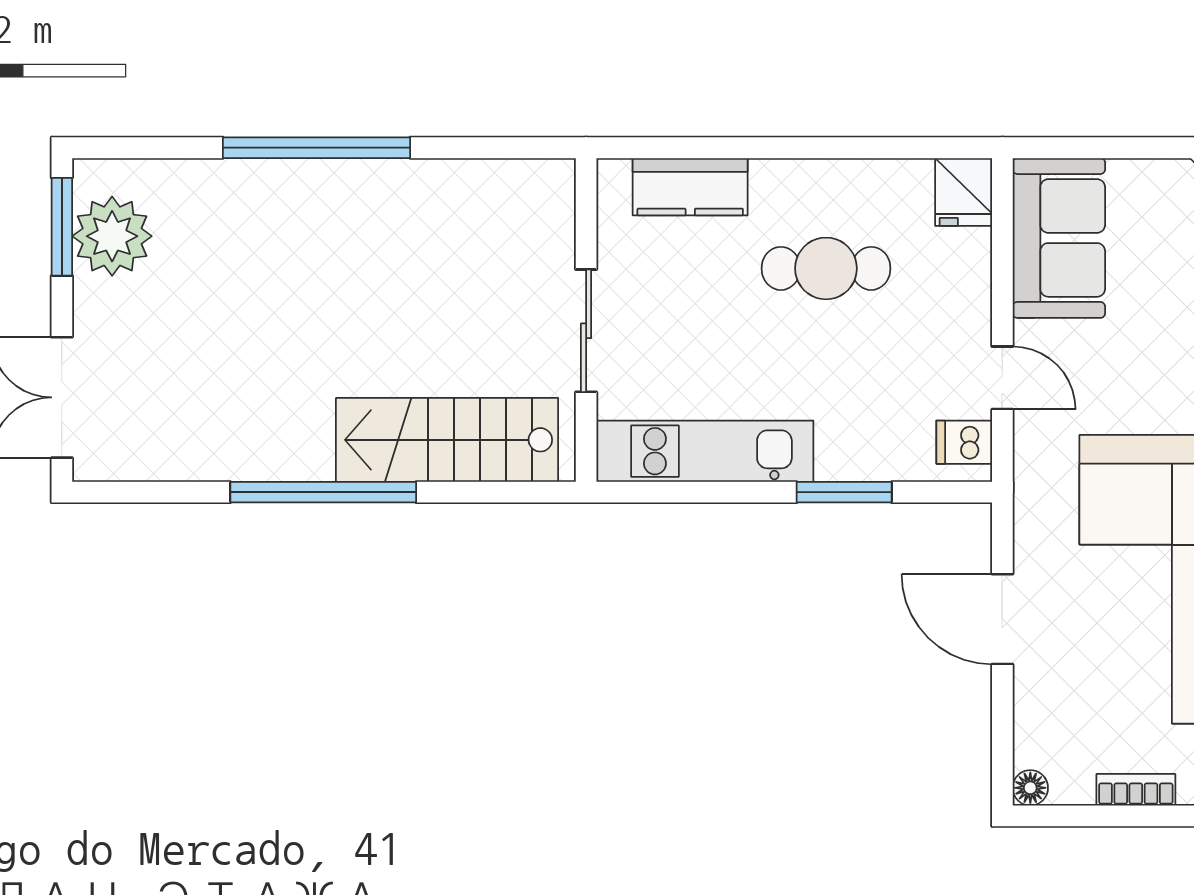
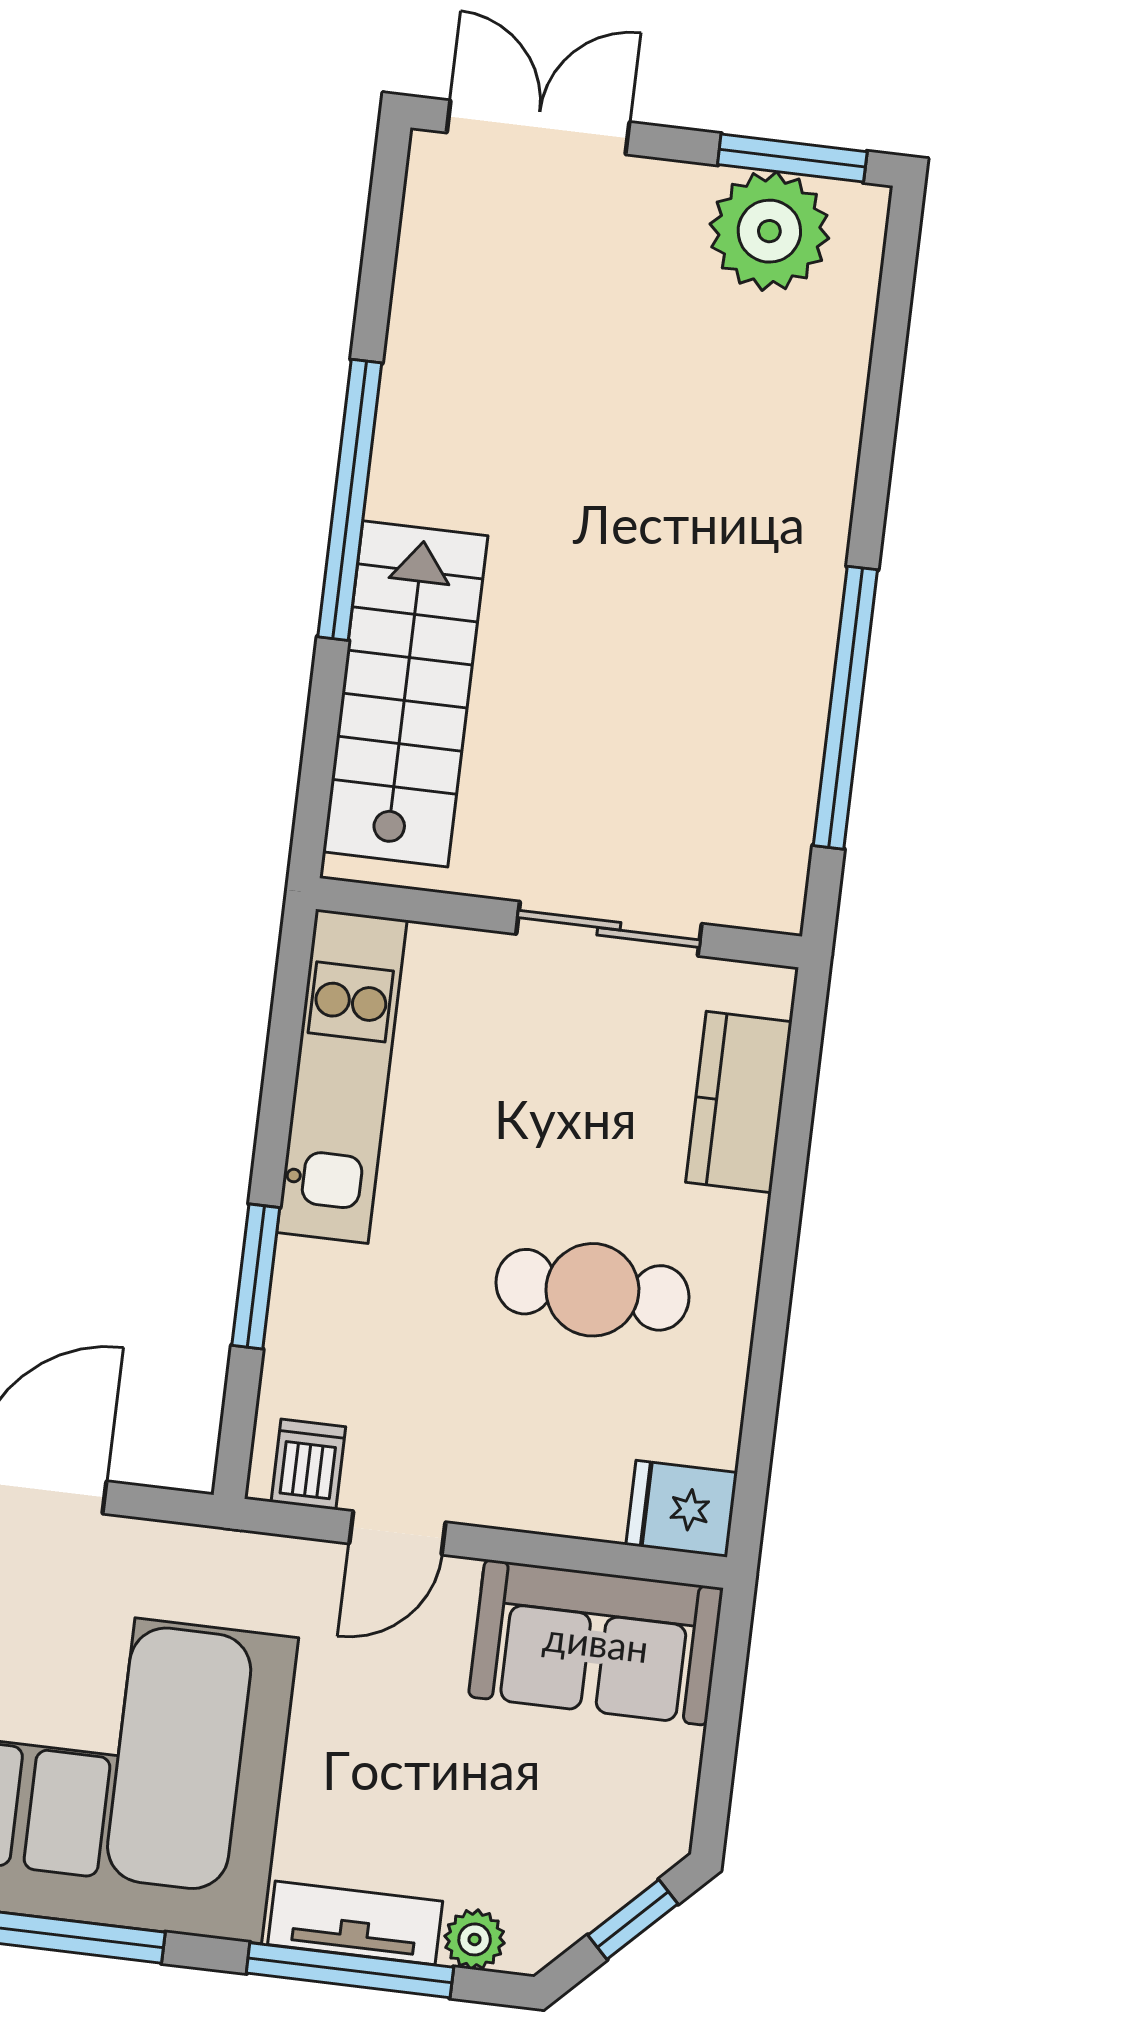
window: (317, 148) -> (845, 708), moved
cafe table: (826, 268) -> (592, 1290), turned 90
sliding door: (586, 331) -> (609, 929), moved

